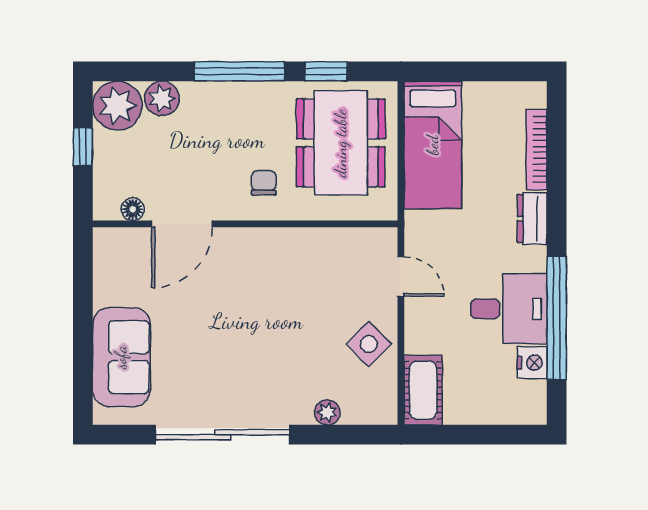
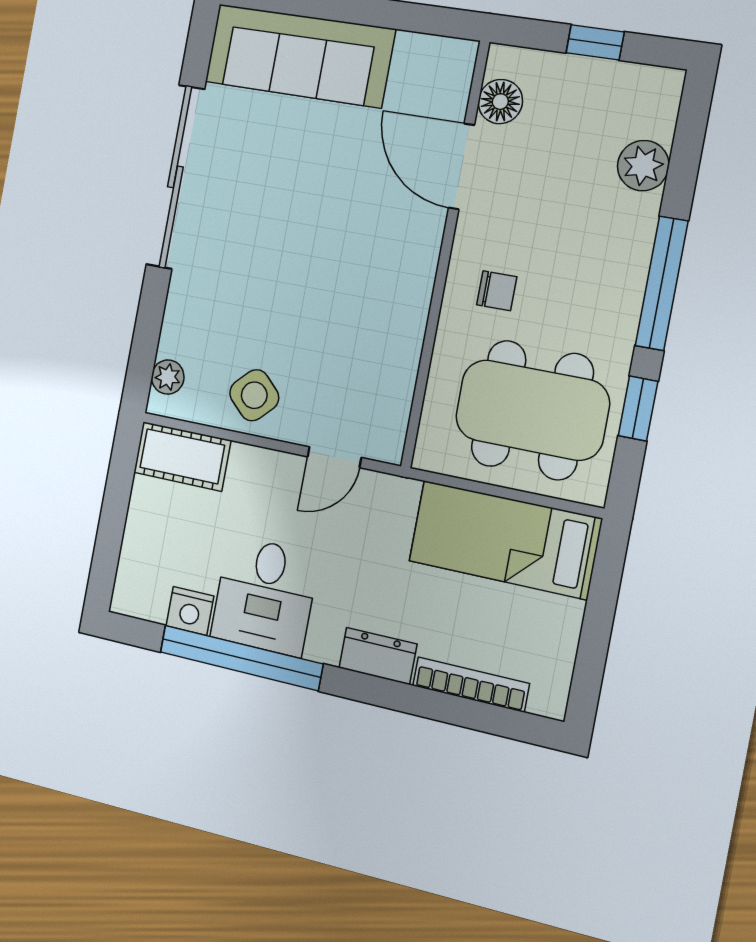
plant: (117, 106) -> (645, 100), removed
floor lamp: (133, 209) -> (500, 102), width x1.37, depth x1.37
sofa: (121, 357) -> (299, 56), width x1.36
plant: (327, 412) -> (168, 377), moved

